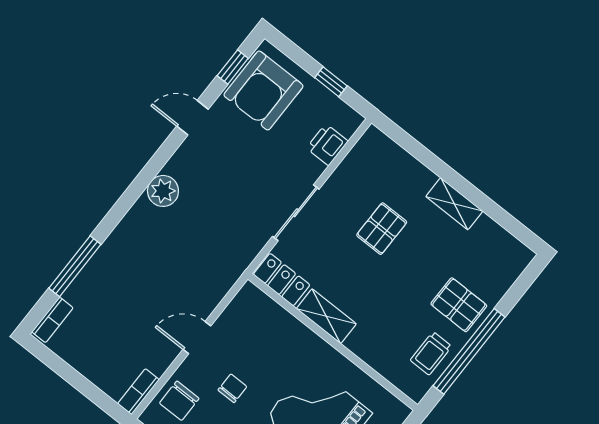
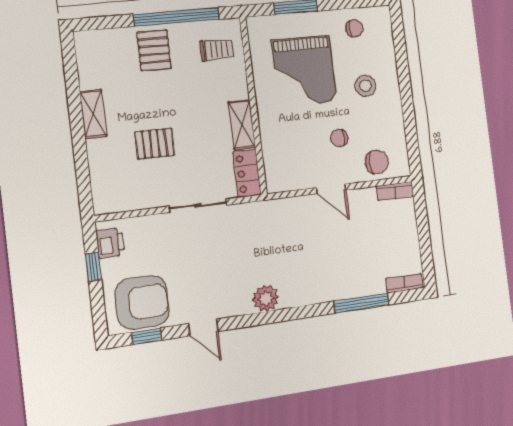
printer: (327, 145) -> (110, 243), moved, turned -90
trolley: (431, 353) -> (217, 50), moved

